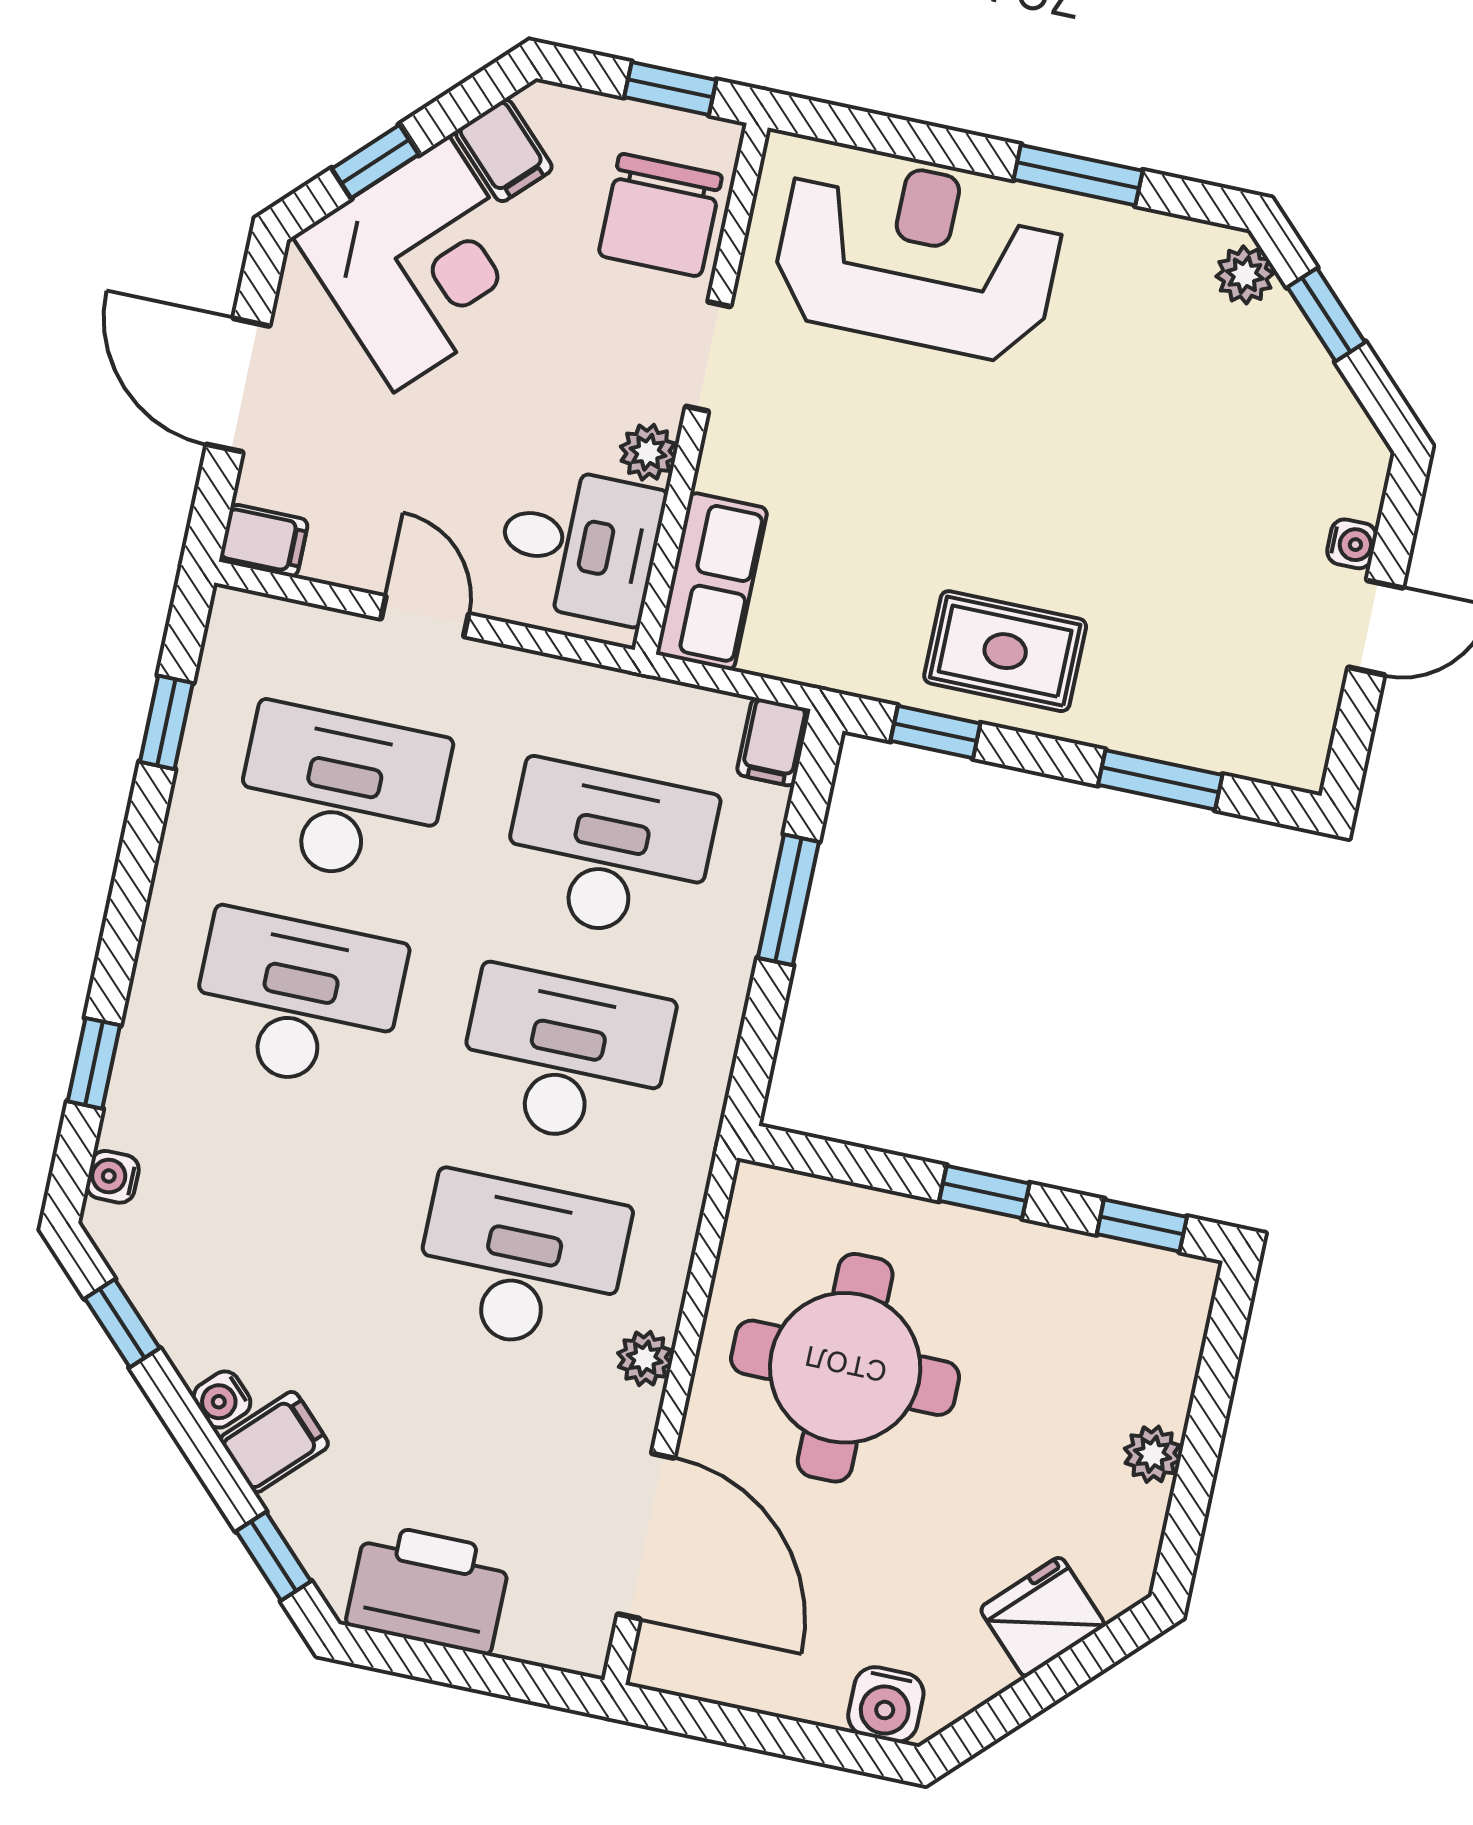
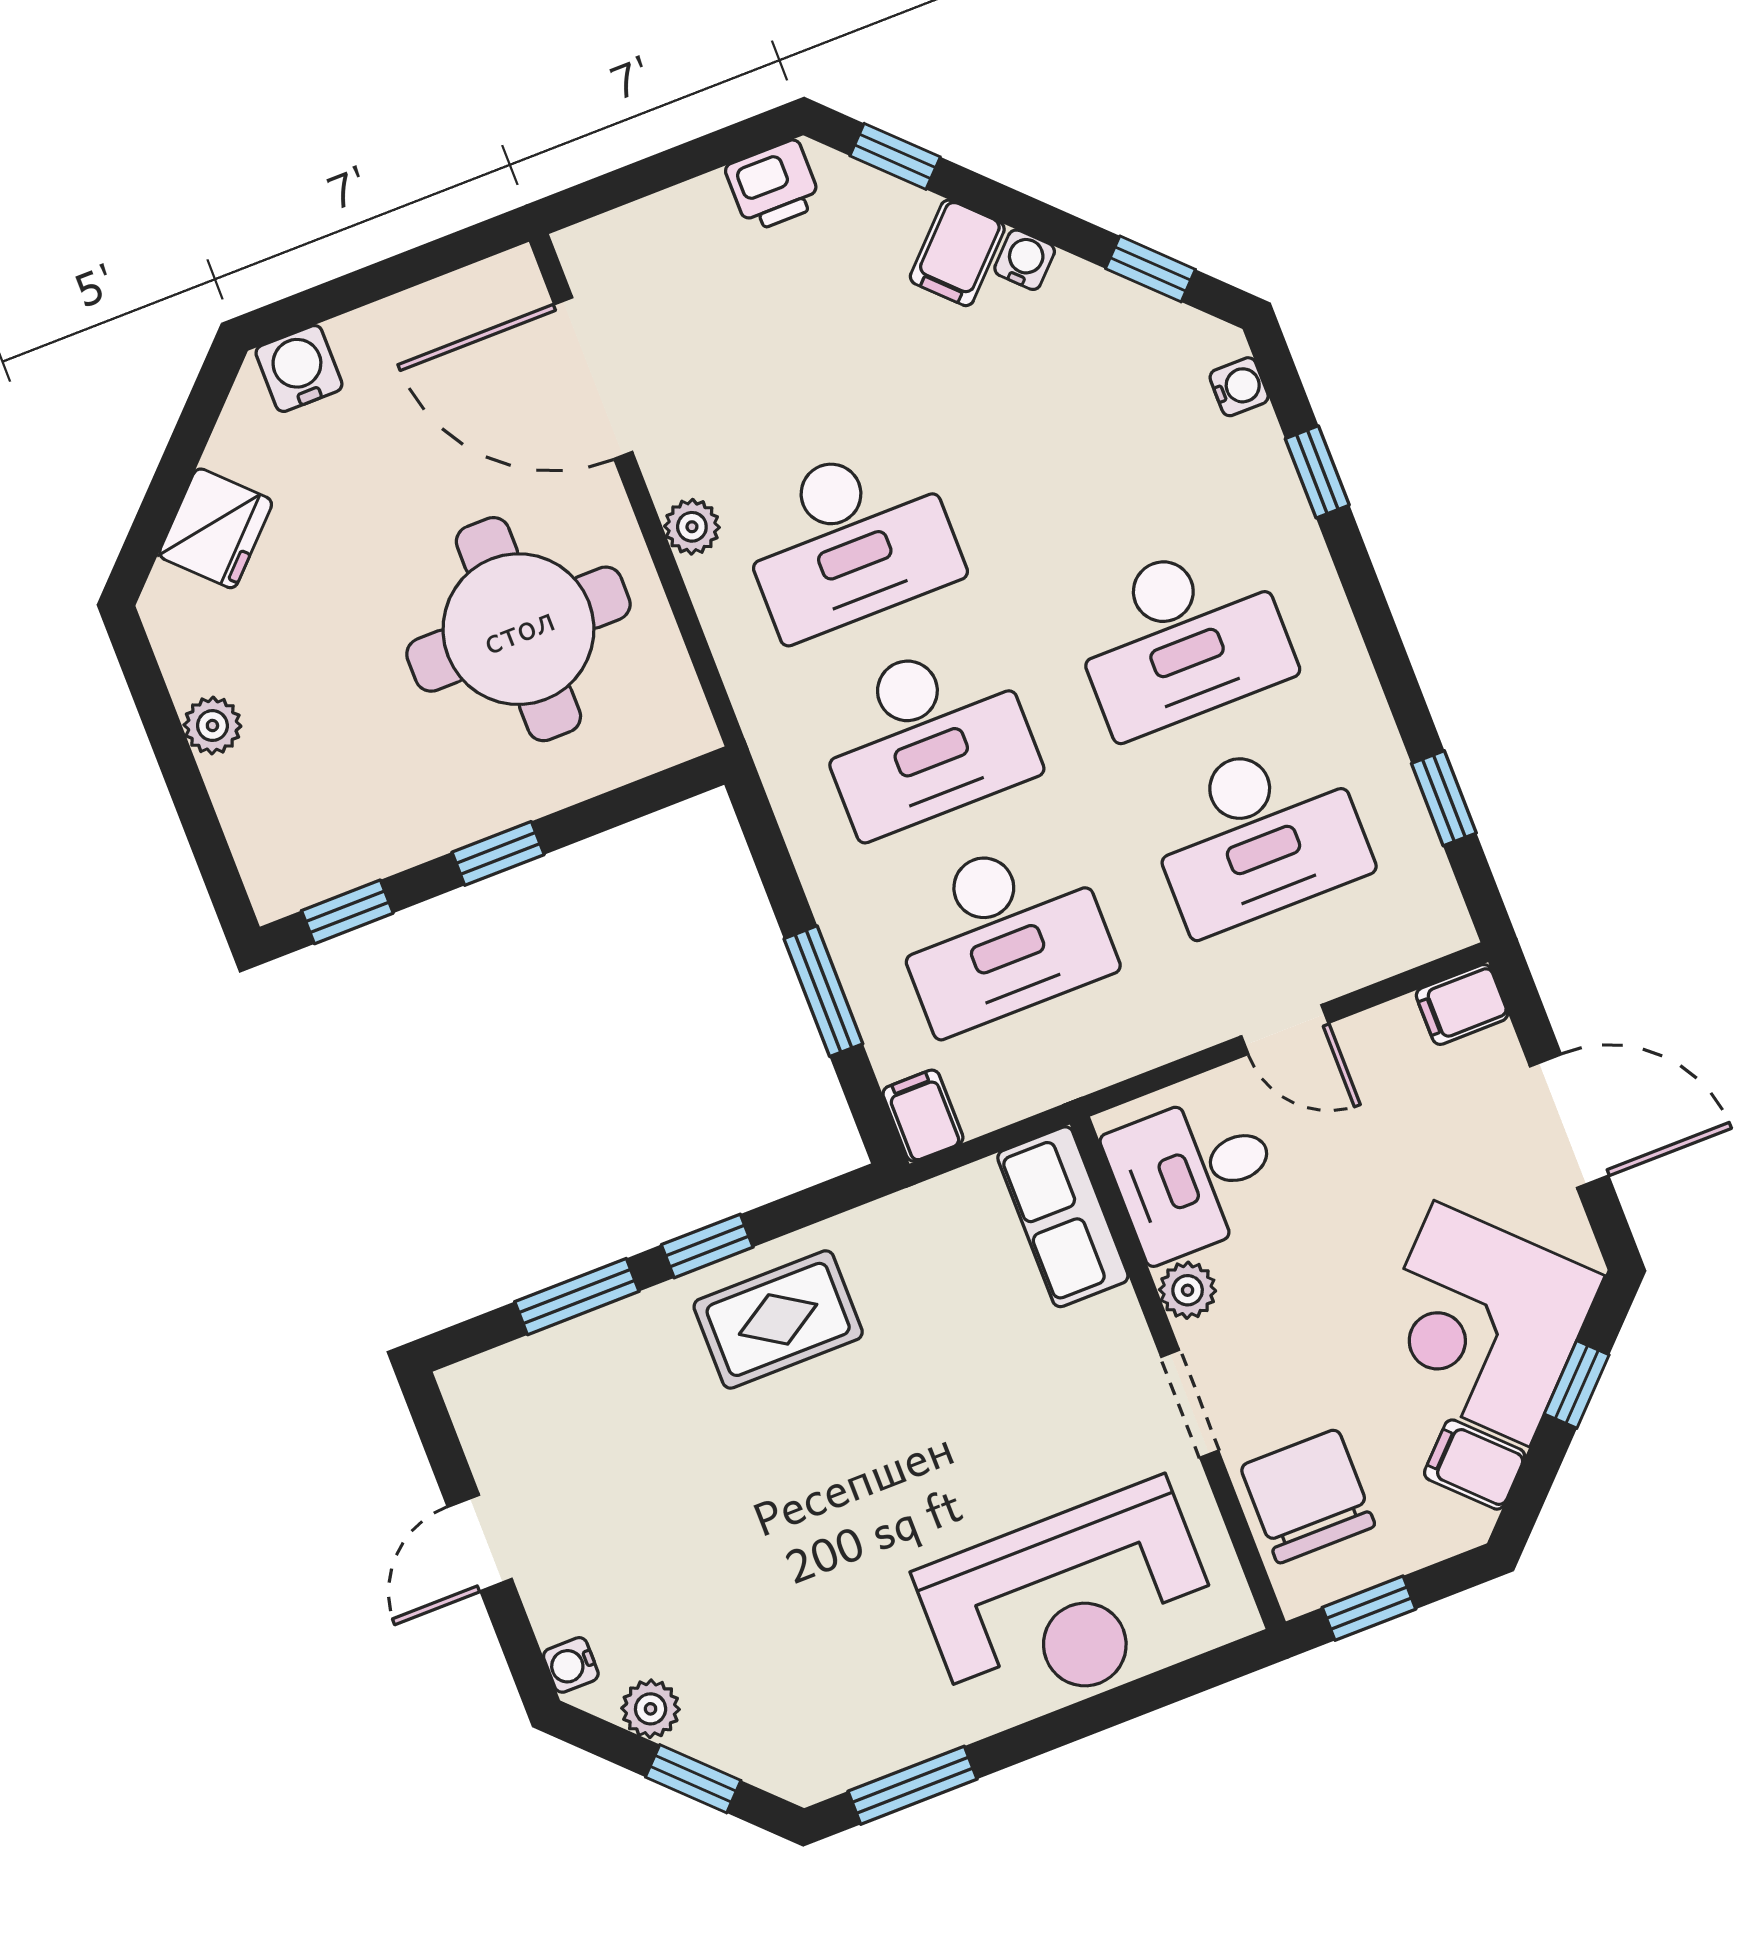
window: (1078, 175) -> (912, 1785), moved
plant: (1245, 275) -> (651, 1709), moved
water cooler: (1352, 544) -> (571, 1665), moved
window: (935, 732) -> (707, 1246), moved
printer: (428, 1588) -> (773, 186), width x0.53, depth x0.68

